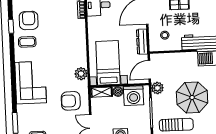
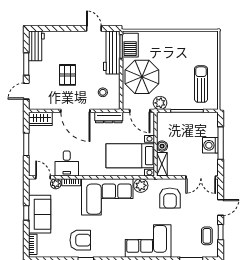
armchair: (29, 20) -> (80, 240), turned 180
coffee table: (27, 42) -> (104, 243), removed
corner sofa: (69, 43) -> (107, 197), added
washing machine: (133, 96) -> (167, 129), removed
parasol: (192, 97) -> (142, 77), moved

